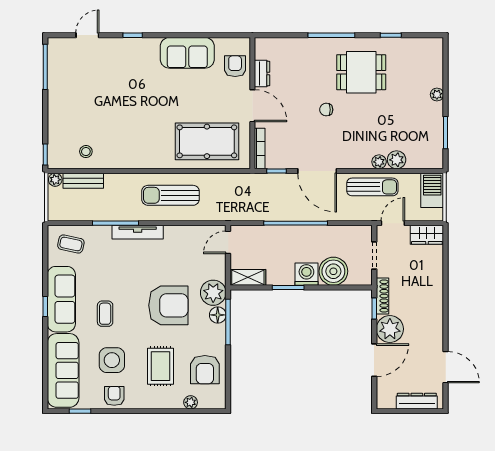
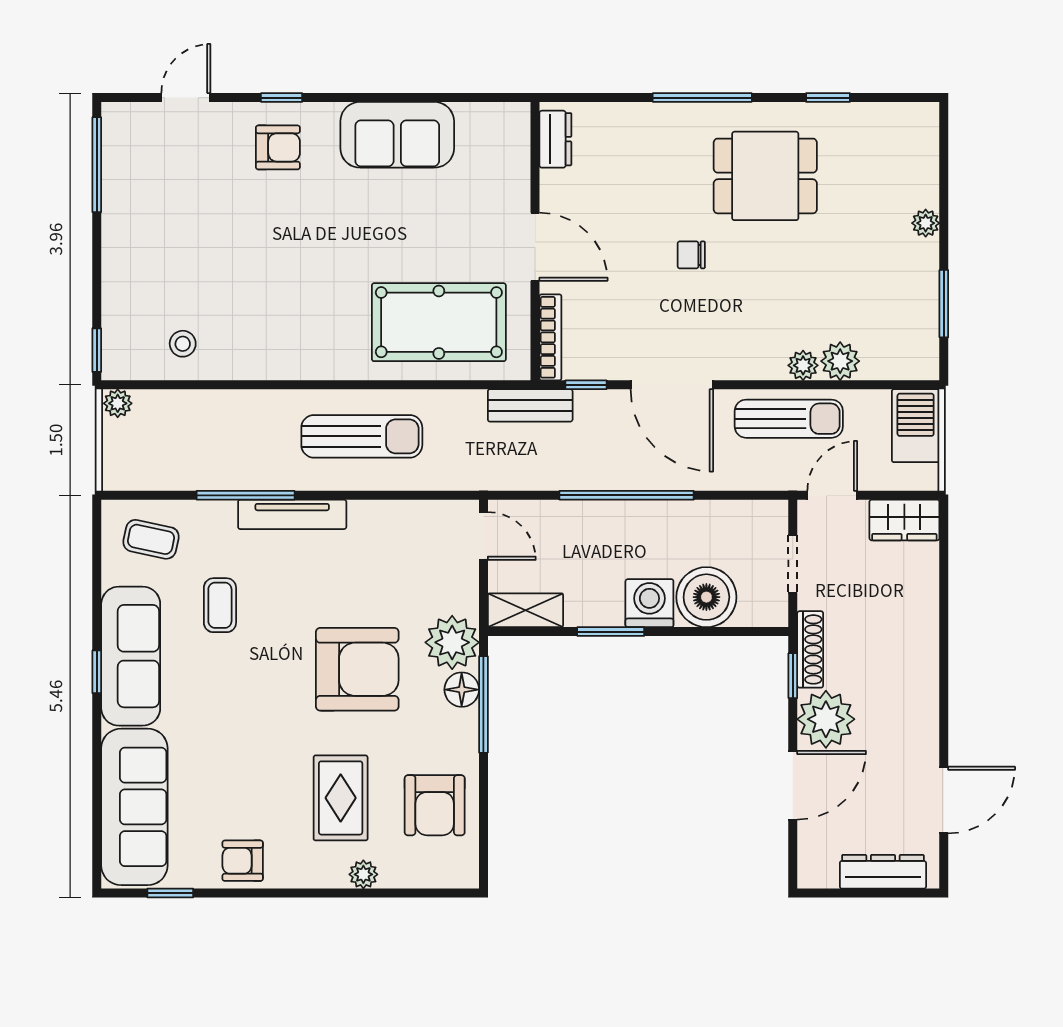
armchair: (235, 66) -> (278, 147), moved, turned 90
dresser: (262, 74) -> (555, 139), moved
bench: (83, 181) -> (530, 405), moved
sun lounger: (171, 195) -> (362, 436), turned 180
door: (228, 242) -> (483, 536), swing flipped
coffee table: (105, 314) -> (220, 605), moved
side table: (112, 360) -> (238, 785), removed
door: (446, 367) -> (944, 800), hinge flipped
armchair: (114, 396) -> (243, 861), turned -90
plant: (191, 402) -> (363, 874), moved

